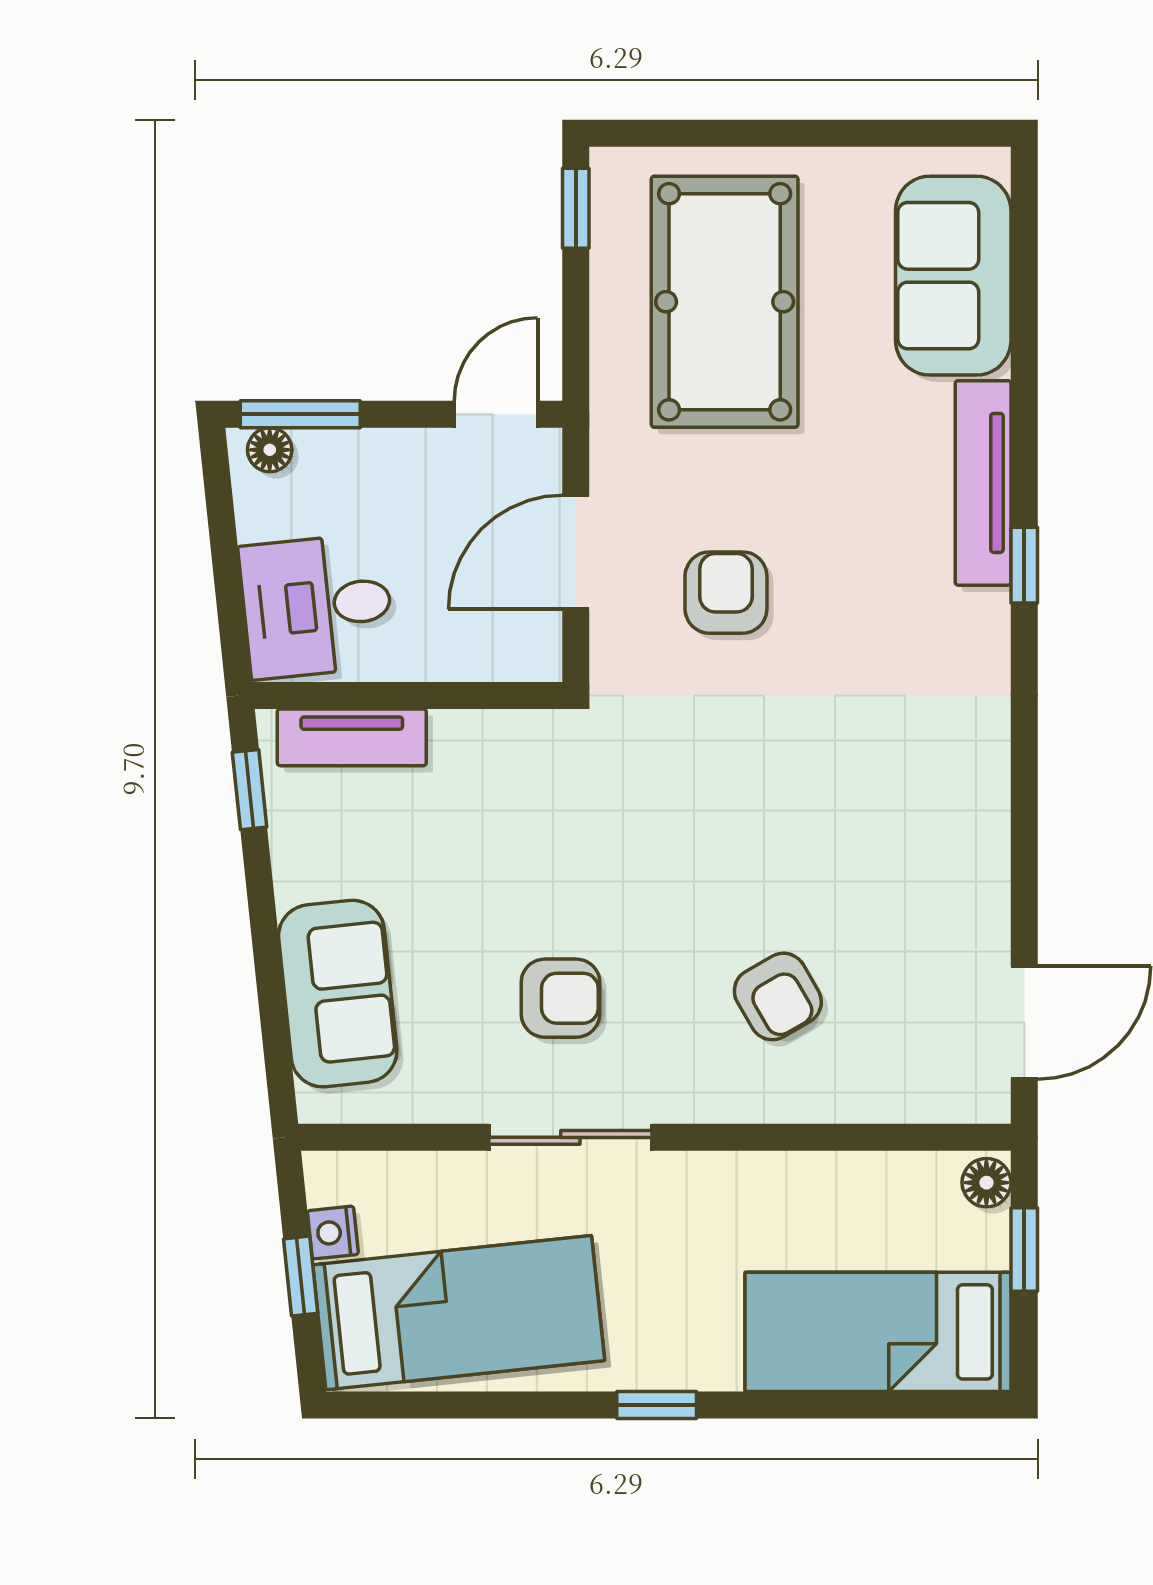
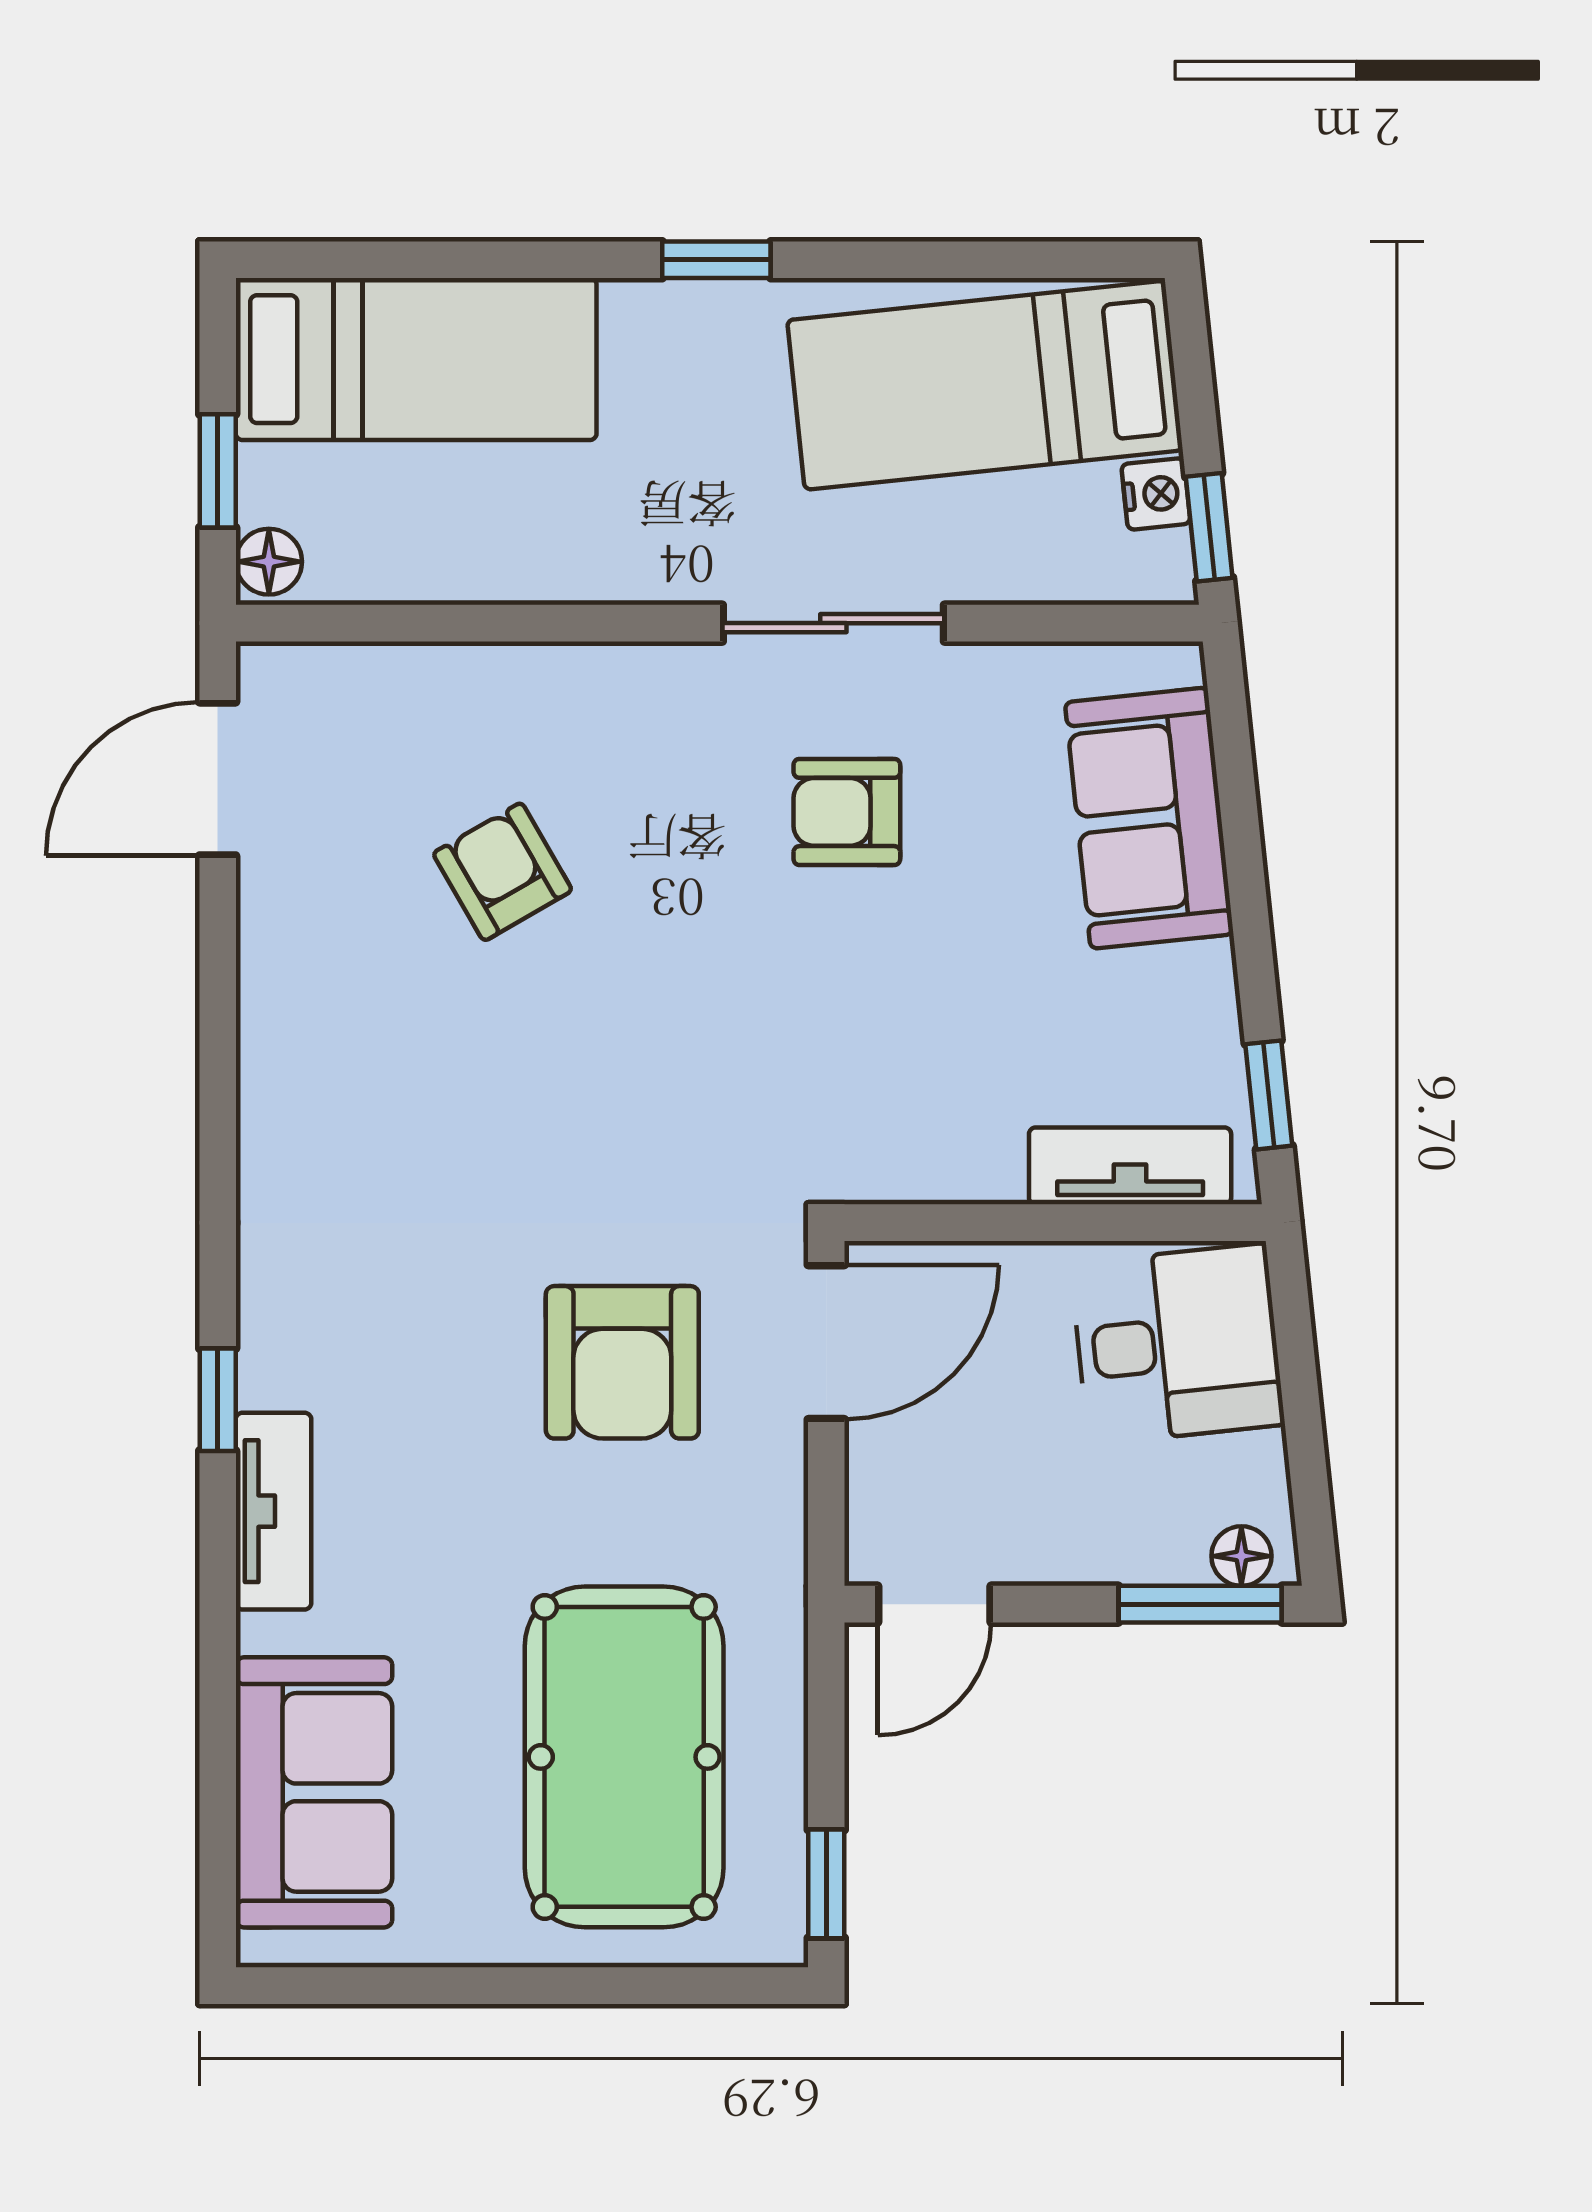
tv unit: (983, 483) -> (273, 1511), width x0.71
door: (576, 552) -> (826, 1342), moved
armchair: (726, 593) -> (622, 1362), width x1.38, depth x1.38
armchair: (778, 996) -> (503, 872), moved
window: (301, 1276) -> (1209, 527), moved

